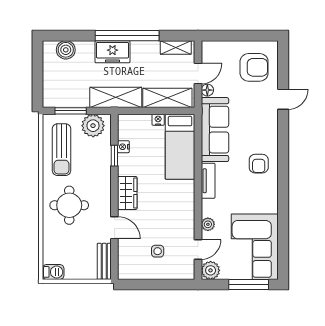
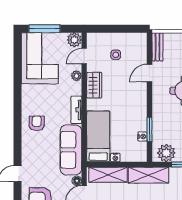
window: (114, 156) -> (149, 129), width x1.50
wardrobe: (127, 193) -> (94, 85), moved, turned 180
door: (114, 228) -> (149, 73), hinge flipped

